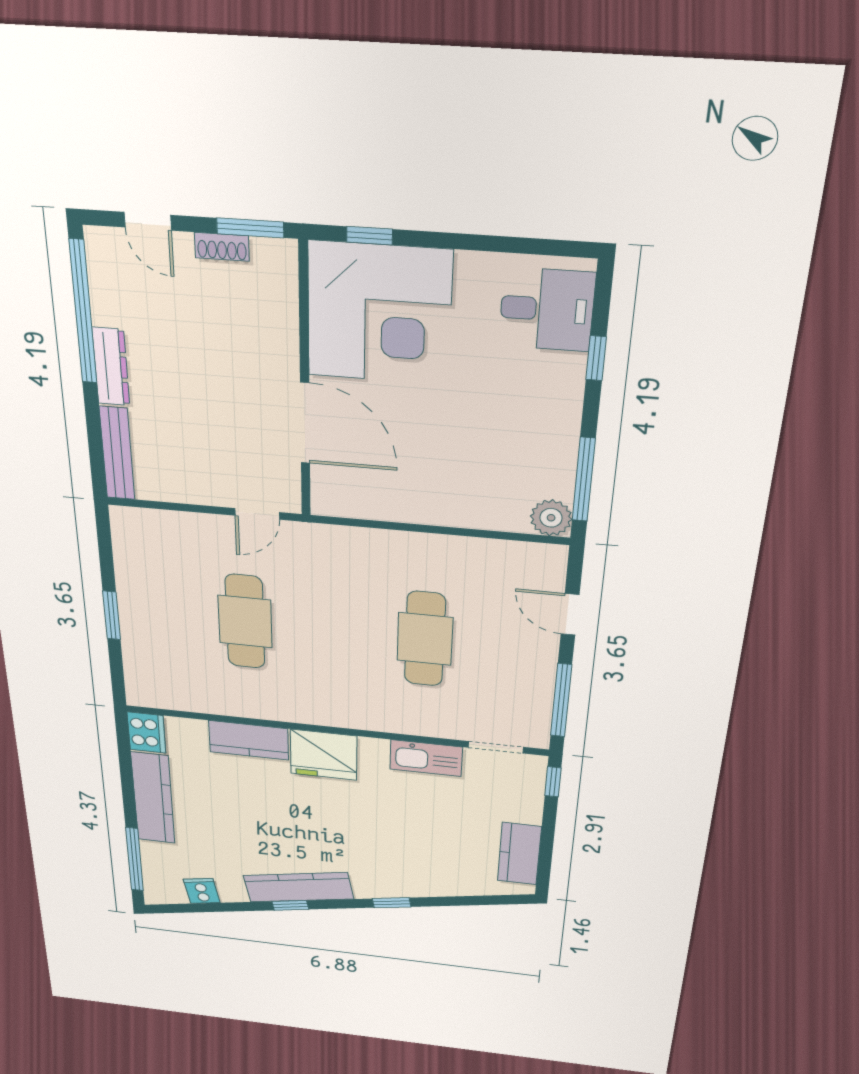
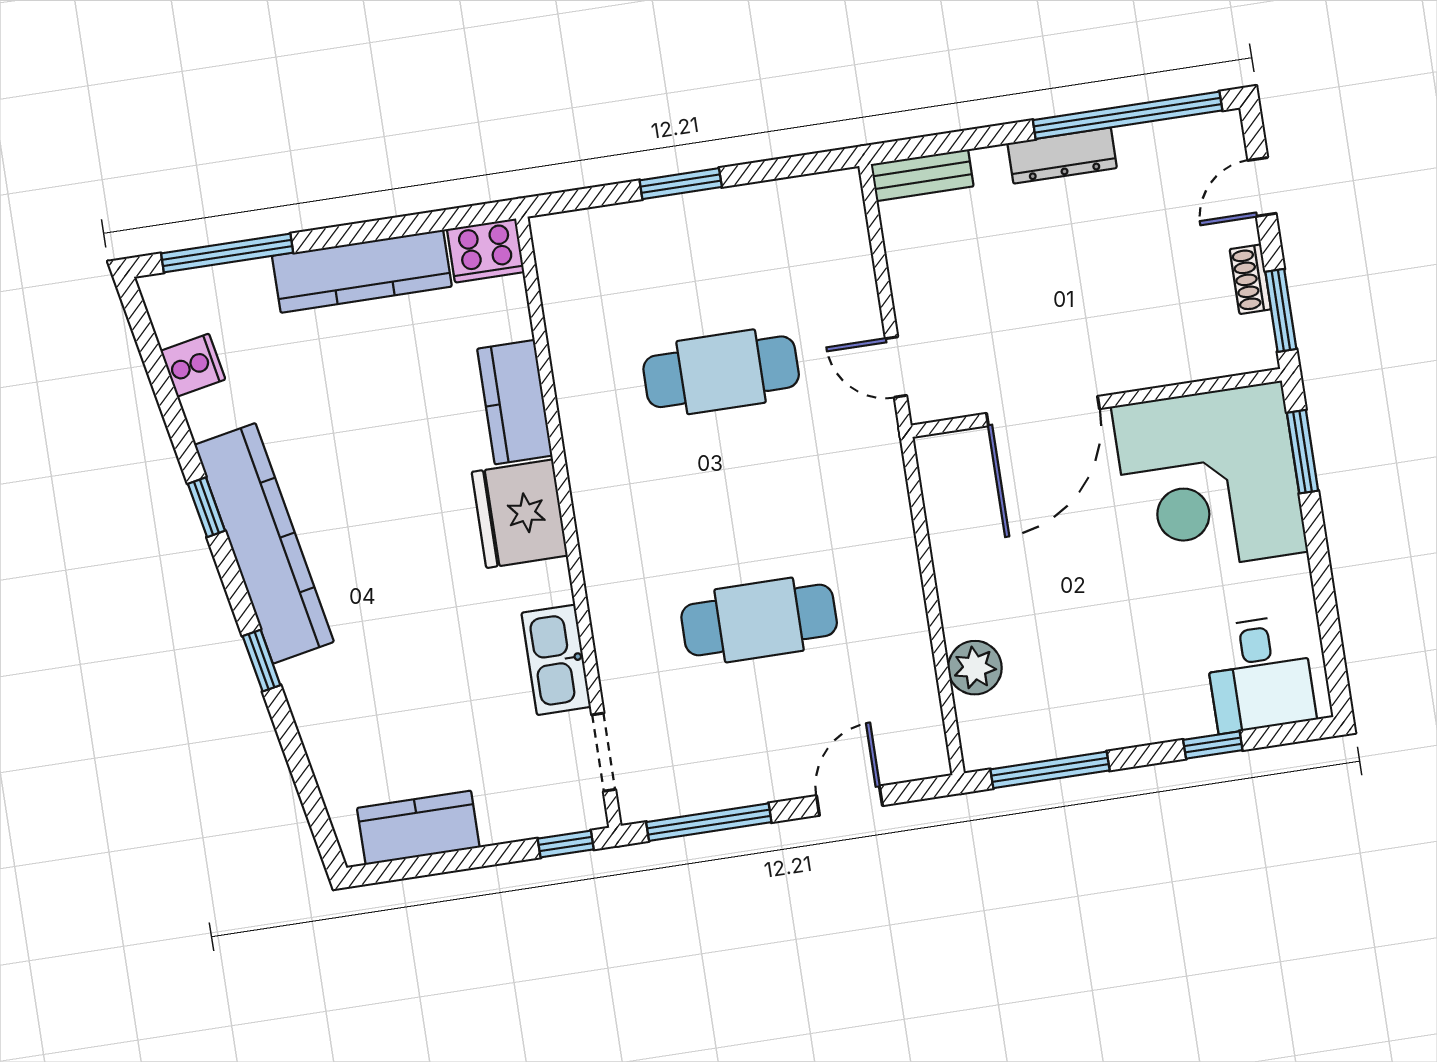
window: (370, 236) -> (1303, 452), width x1.50
bench: (117, 453) -> (922, 175), width x0.73
plant: (551, 518) -> (975, 668), moved
kitchen counter: (298, 887) -> (264, 543), width x1.39, depth x1.17

